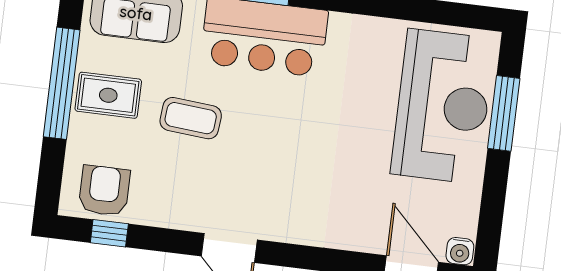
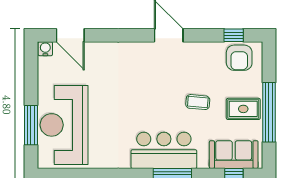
coffee table: (191, 118) -> (198, 102), width x0.73, depth x0.77

